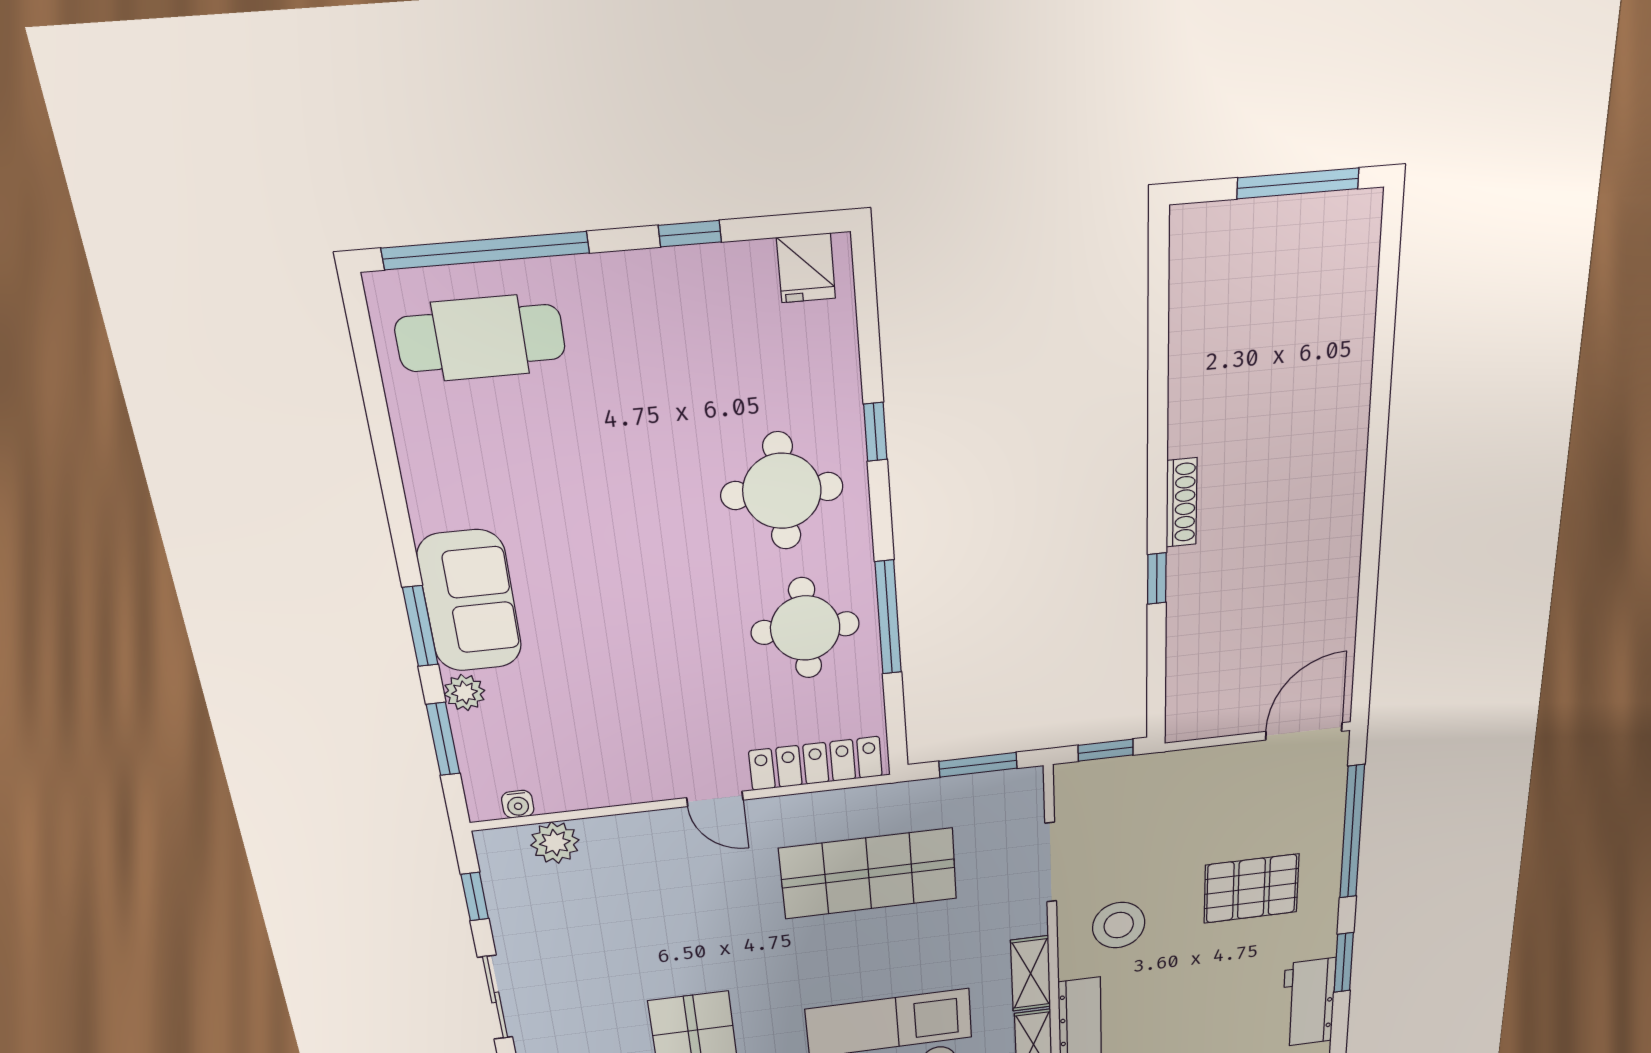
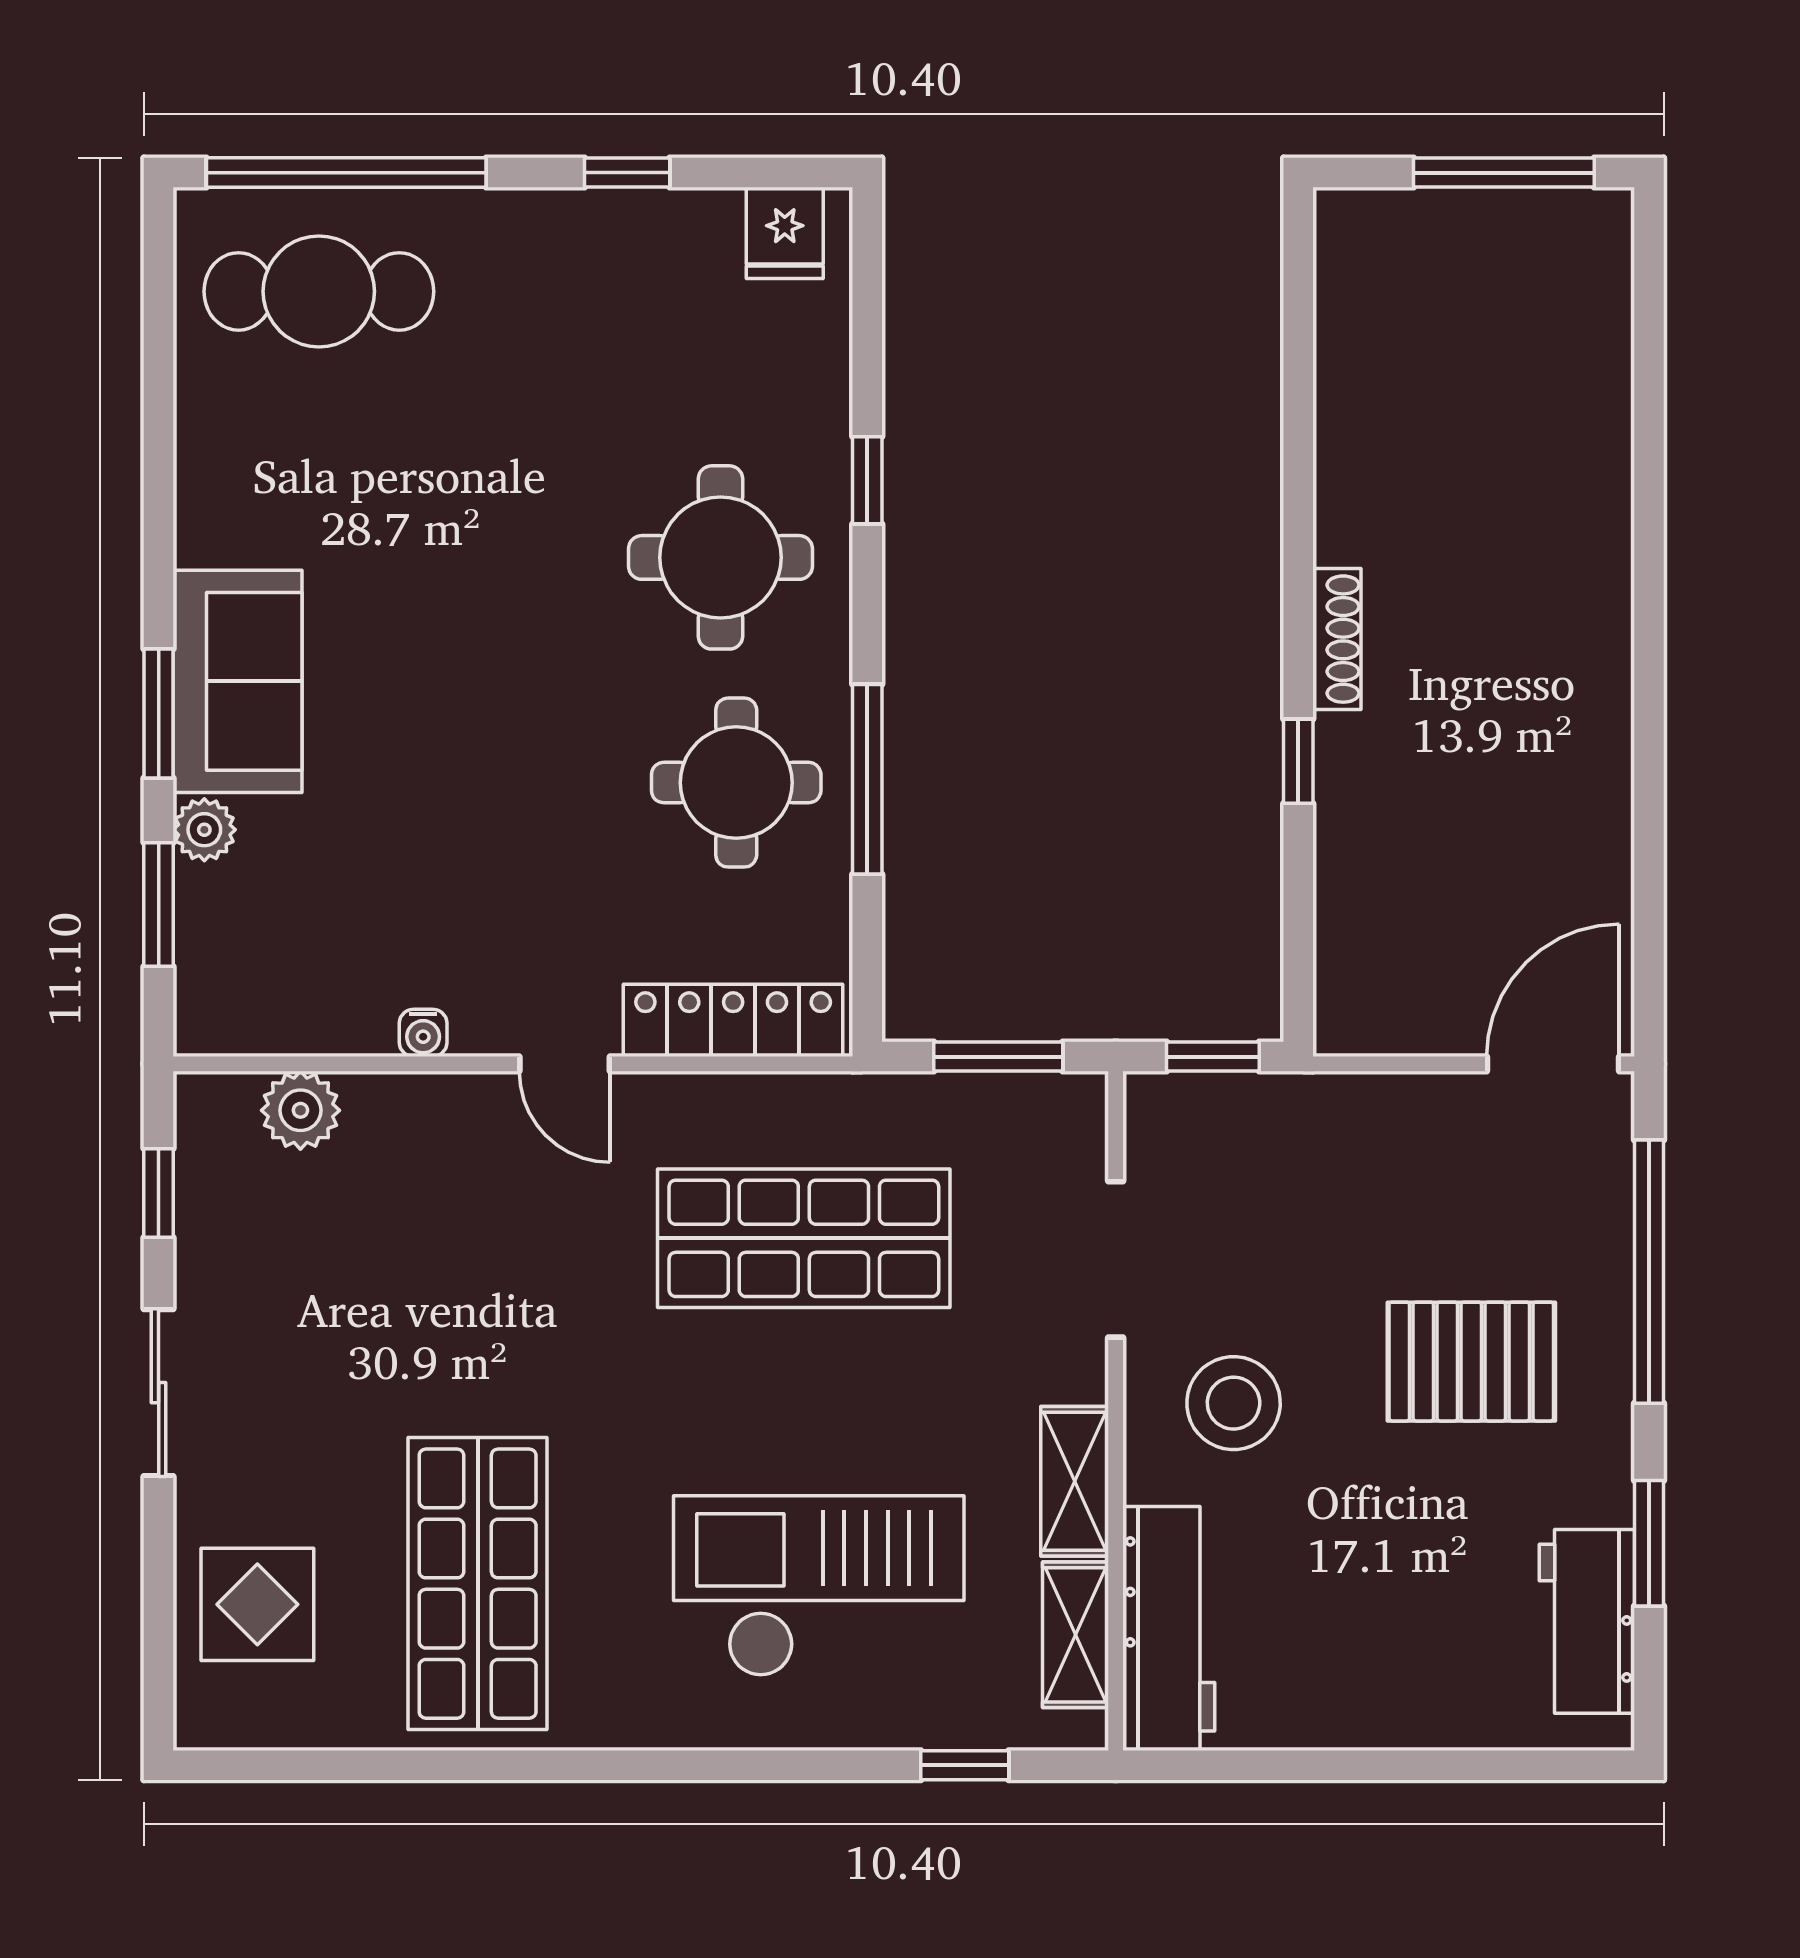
water cooler: (518, 804) -> (423, 1033), moved

